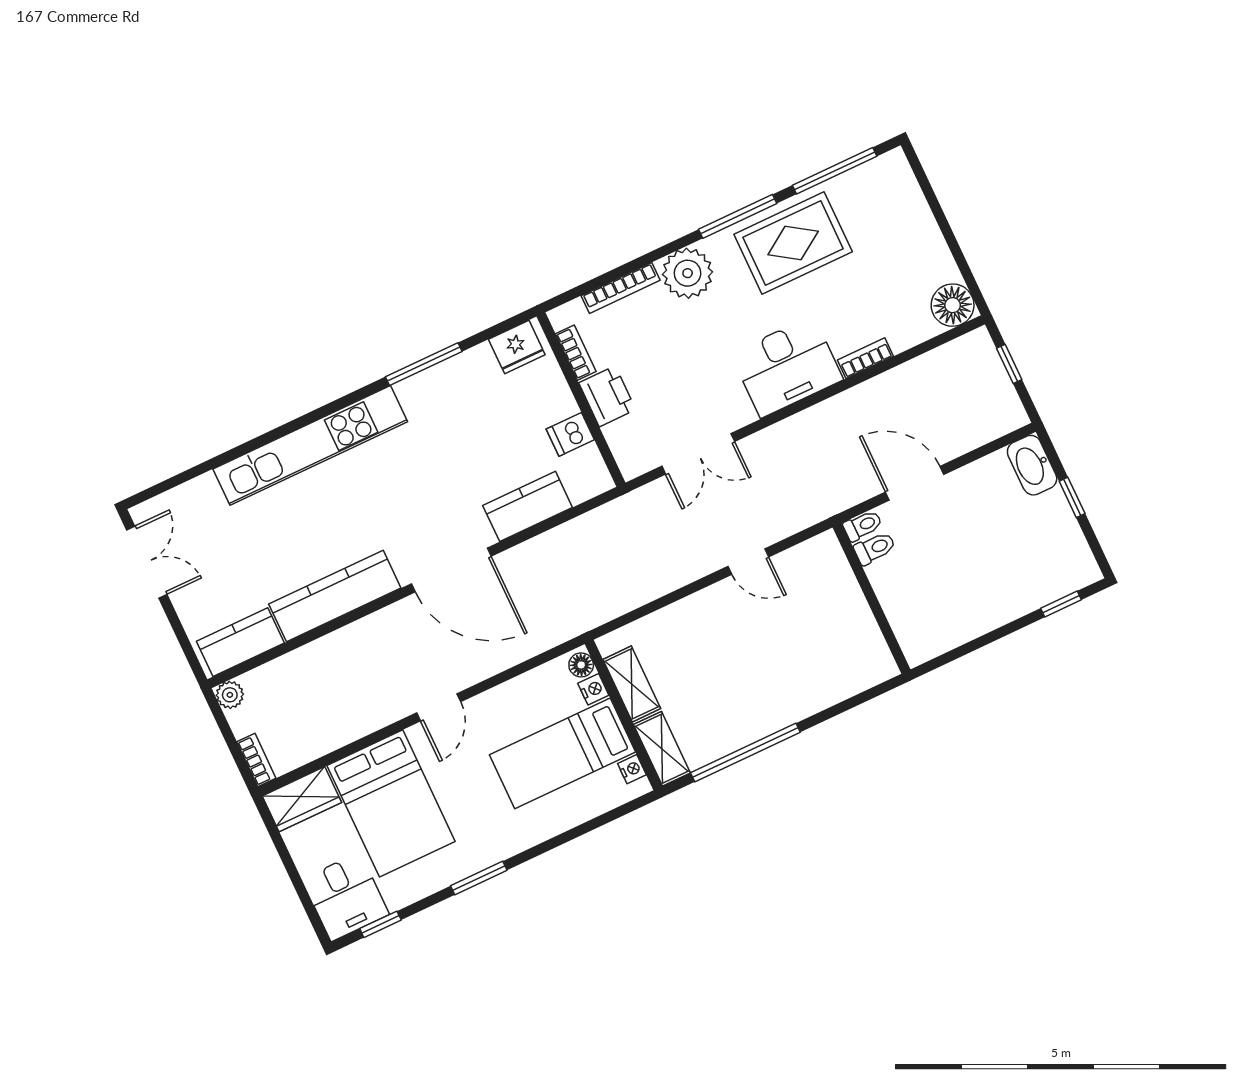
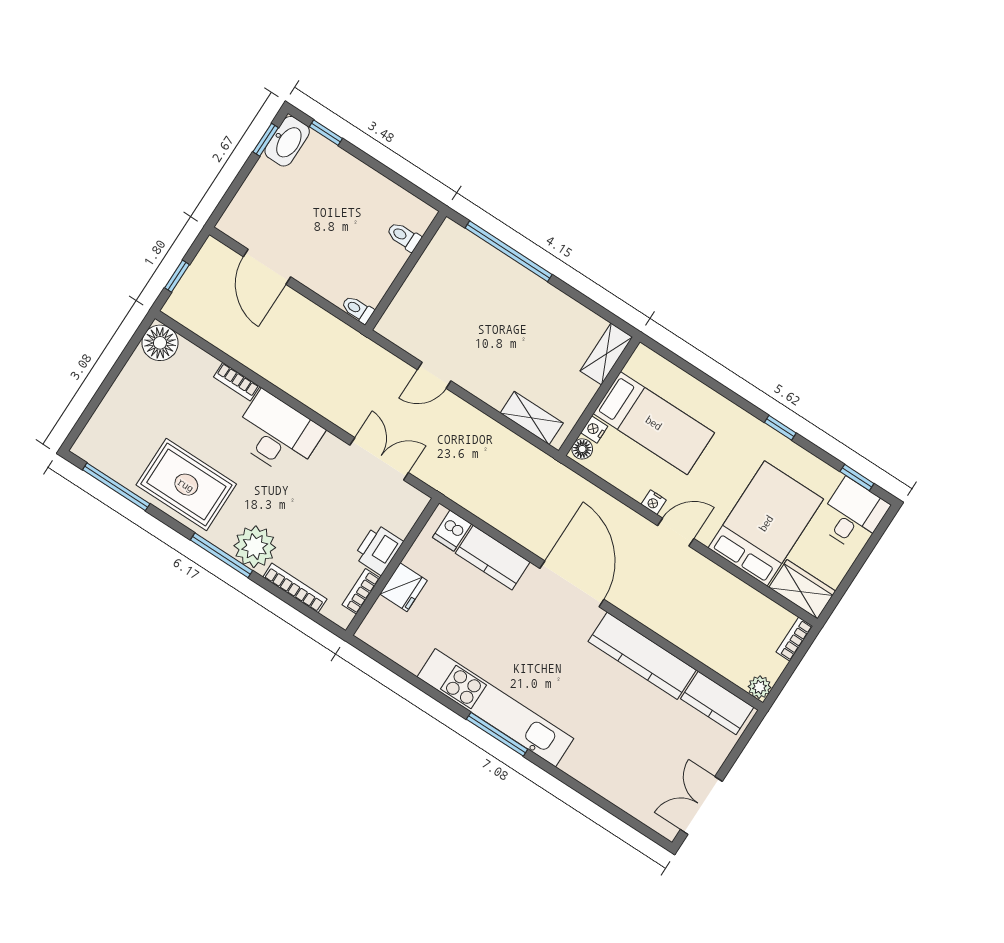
window: (738, 216) -> (222, 555), moved
fridge: (517, 347) -> (403, 587), moved, turned 90
window: (424, 364) -> (497, 734), moved
dishwasher: (570, 434) -> (452, 531), moved, turned 90
kitchen unit: (310, 445) -> (495, 708), moved
washbasin: (1032, 465) -> (287, 141), moved
door: (915, 483) -> (267, 267), moved
window: (1072, 497) -> (266, 140), moved
toilet: (875, 548) -> (404, 236), moved
door: (748, 562) -> (434, 375), swing flipped
shelving: (632, 684) -> (532, 418), moved, turned 90
window: (745, 753) -> (509, 251), moved
nightstand: (632, 769) -> (654, 502), moved, turned -90
window: (479, 878) -> (780, 428), width x0.67

